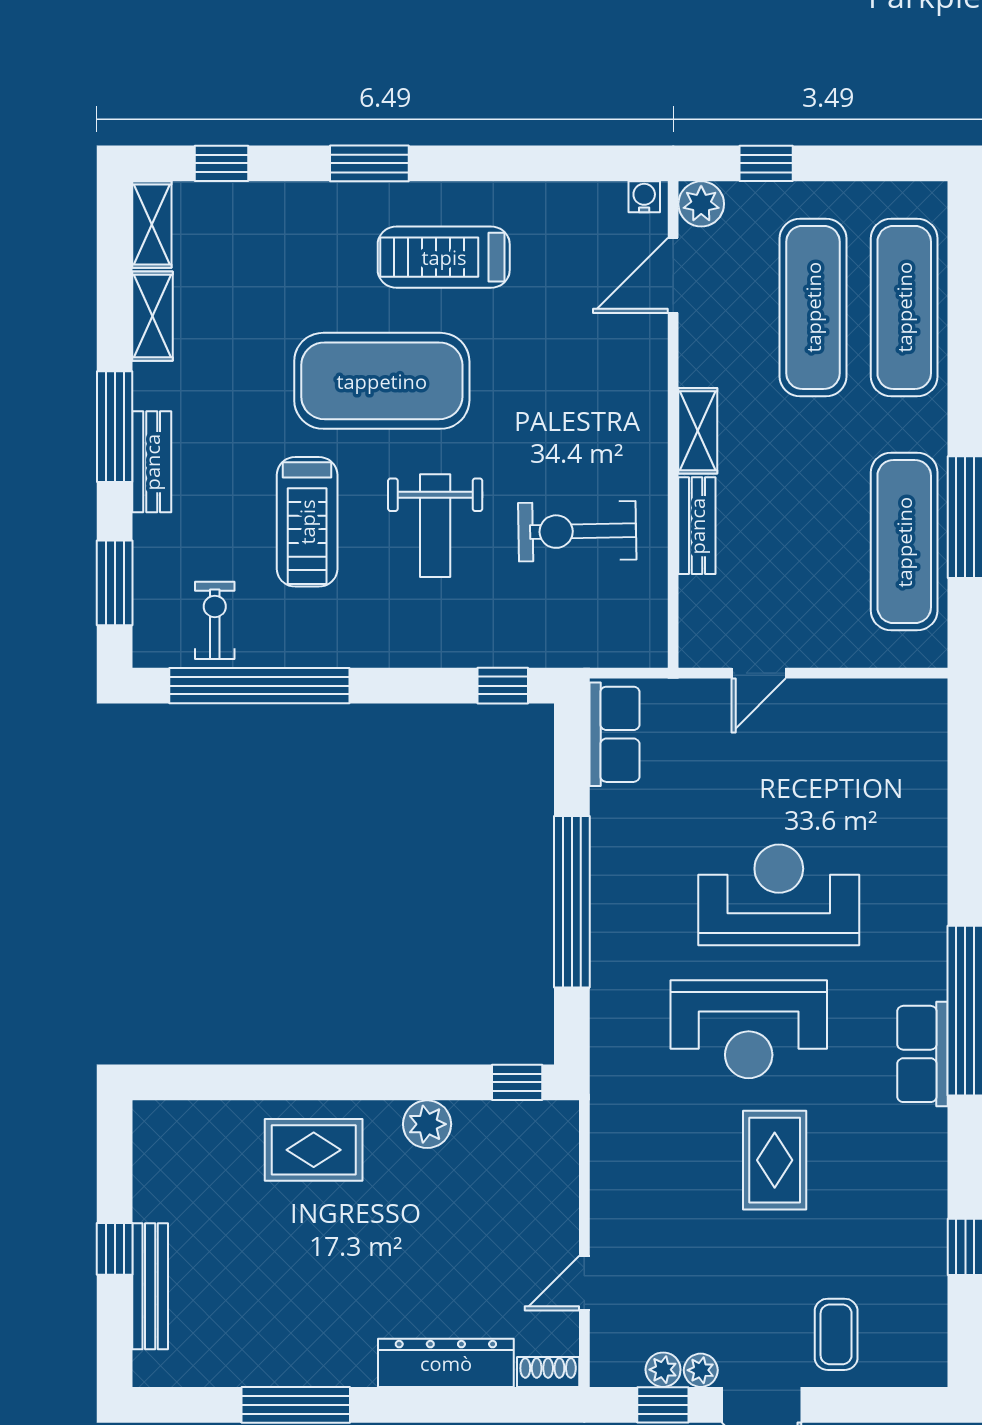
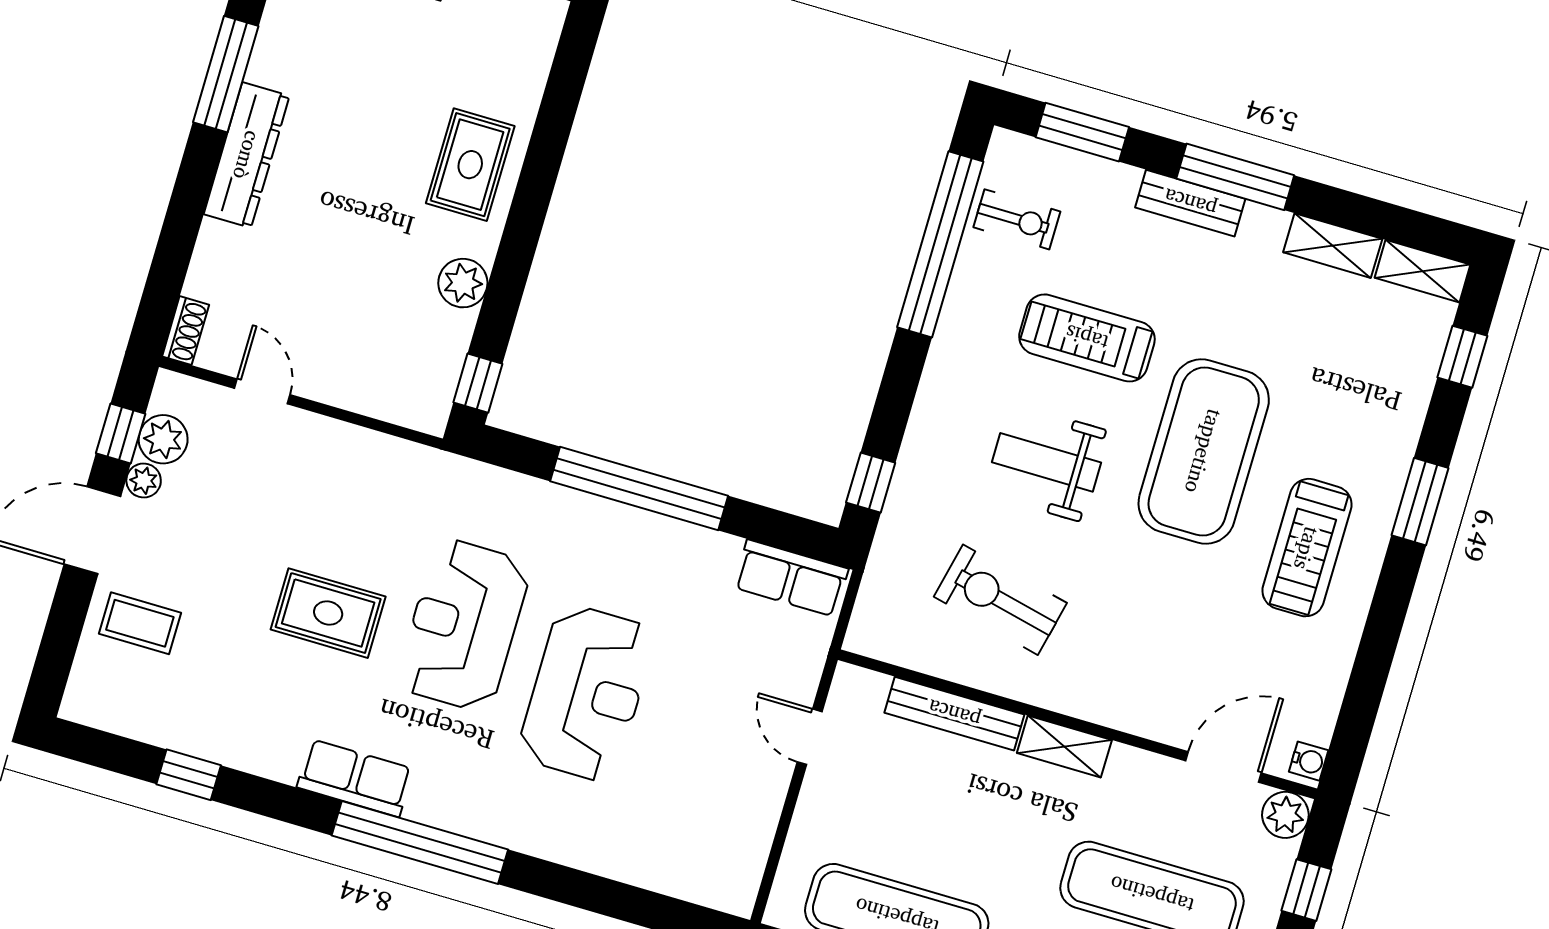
treadmill: (444, 257) -> (1307, 548), turned 180
door: (673, 275) -> (1223, 767), hinge flipped
bench: (697, 526) -> (954, 714), width x1.36
exercise bike: (577, 531) -> (1000, 600), turned -76
row of seats: (922, 1054) -> (355, 778), moved
dresser: (446, 1363) -> (247, 155), moved
plant: (663, 1370) -> (163, 439), width x1.38, depth x1.38

